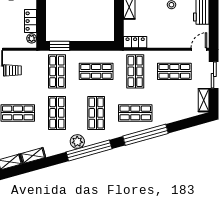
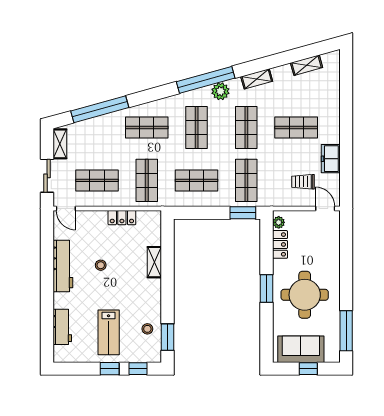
locker: (135, 42) -> (122, 218), moved
door: (199, 49) -> (66, 208), hinge flipped
window: (145, 135) -> (100, 109), moved
shelving: (33, 156) -> (257, 79), moved

